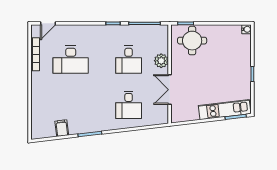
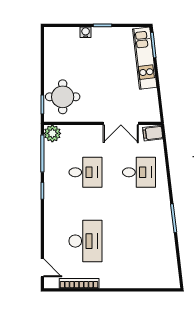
water cooler: (246, 29) -> (86, 32), moved
plant: (161, 61) -> (52, 133), moved
filing cabinet: (62, 128) -> (153, 133), moved

